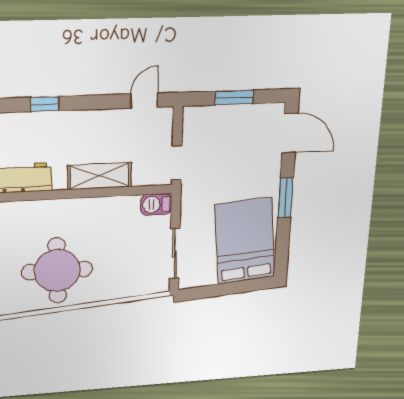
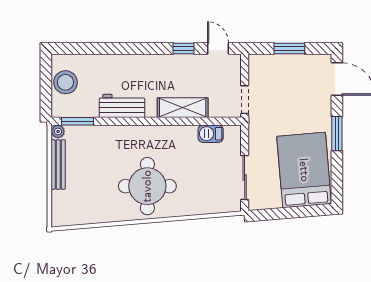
door: (144, 101) -> (218, 48), hinge flipped
window: (45, 104) -> (183, 48), moved
barbecue: (156, 204) -> (211, 134), moved

